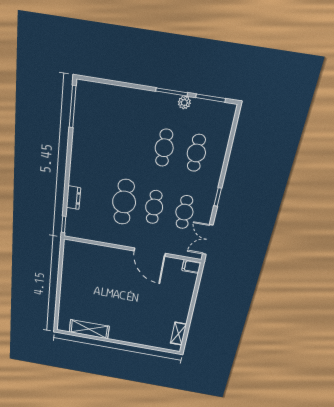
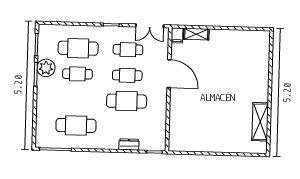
plant: (184, 102) -> (46, 68), width x1.88, depth x1.88
cafe table: (100, 137) -> (76, 125), added
cafe table: (196, 153) -> (78, 48), width x1.37, depth x1.35
door: (150, 252) -> (169, 74), hinge flipped
shelving: (178, 334) -> (196, 34), moved

